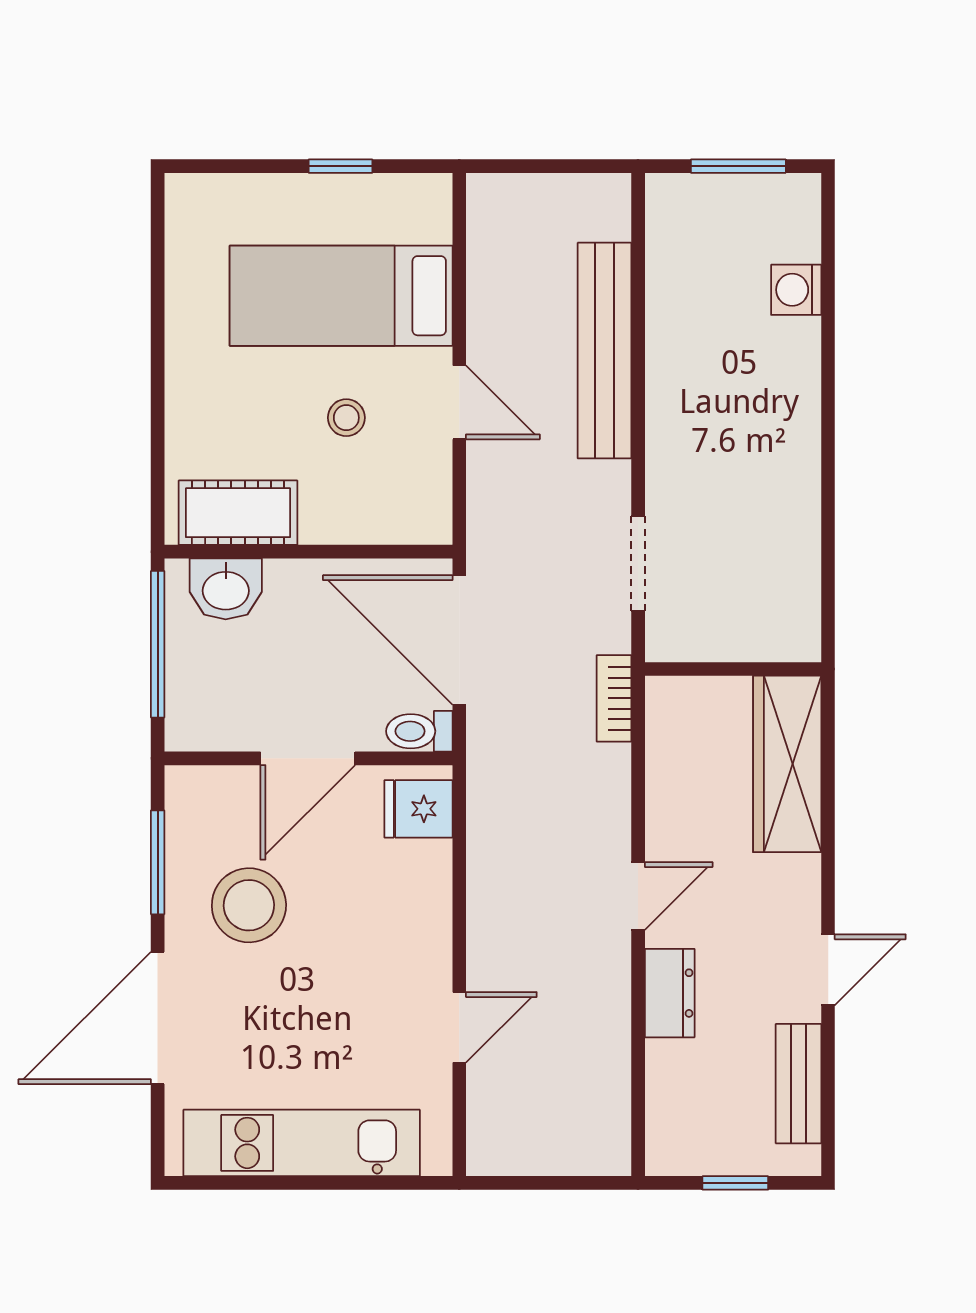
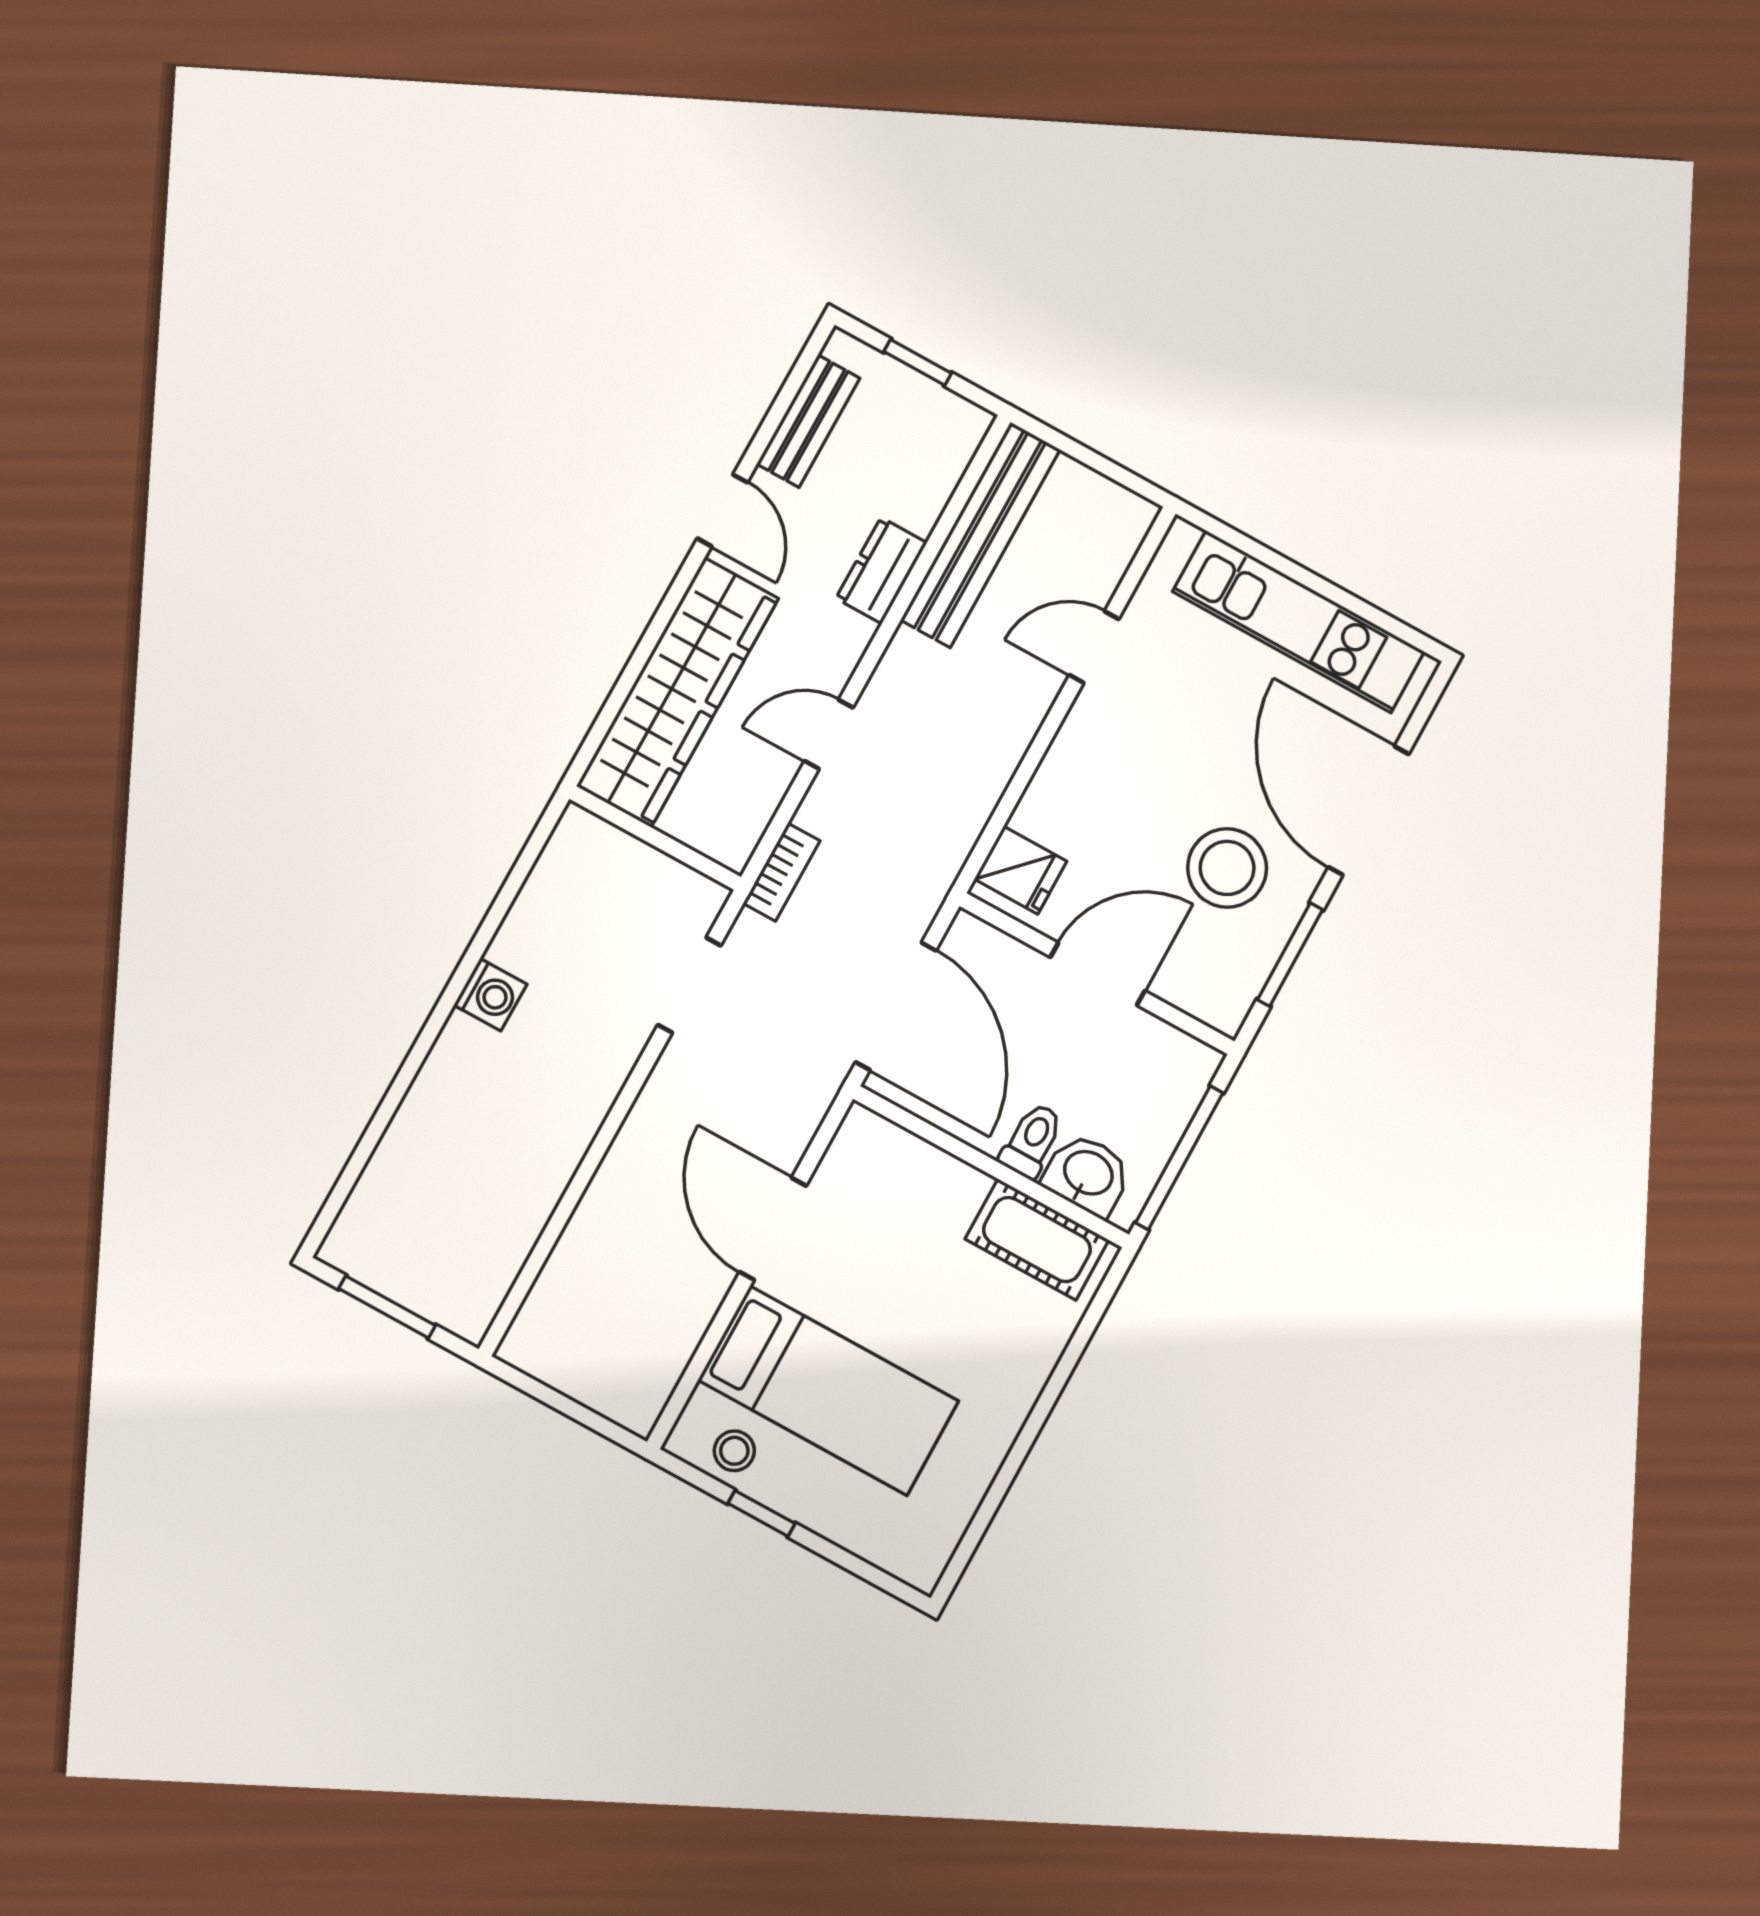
washing machine: (796, 290) -> (490, 995), moved
bench: (605, 351) -> (980, 535), moved
door: (459, 402) -> (773, 1229), width x1.38
stool: (346, 418) -> (734, 1451), moved
toilet: (419, 731) -> (1032, 1140), moved, turned -90
wardrobe: (787, 764) -> (678, 692), width x1.40, depth x1.17
door: (638, 896) -> (829, 734), moved
door: (828, 970) -> (722, 510), swing flipped
door: (158, 1018) -> (1369, 811), swing flipped

